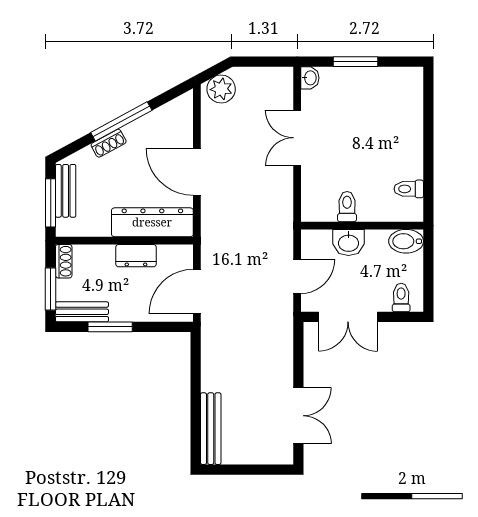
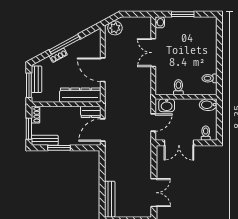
washbasin: (348, 242) -> (167, 105), moved
dresser: (136, 256) -> (91, 112), moved

